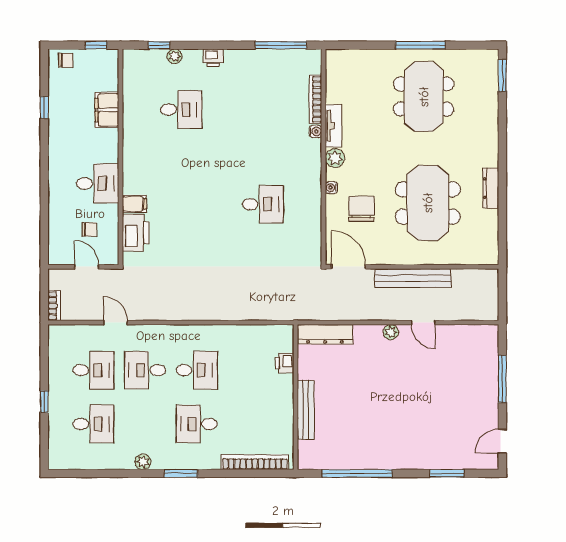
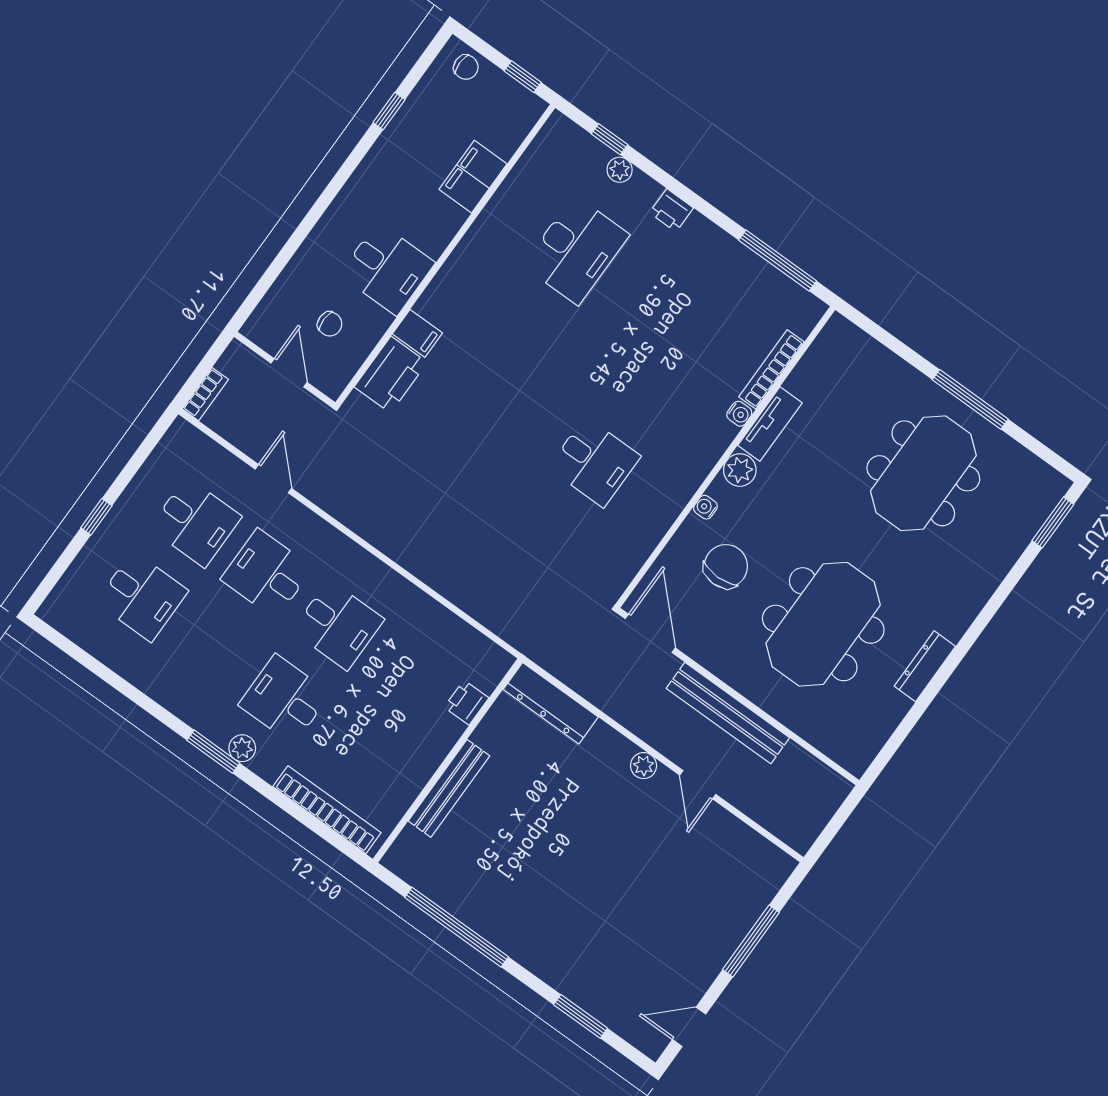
desk: (181, 110) -> (576, 250), width x1.37
plant: (143, 462) -> (242, 748), moved

